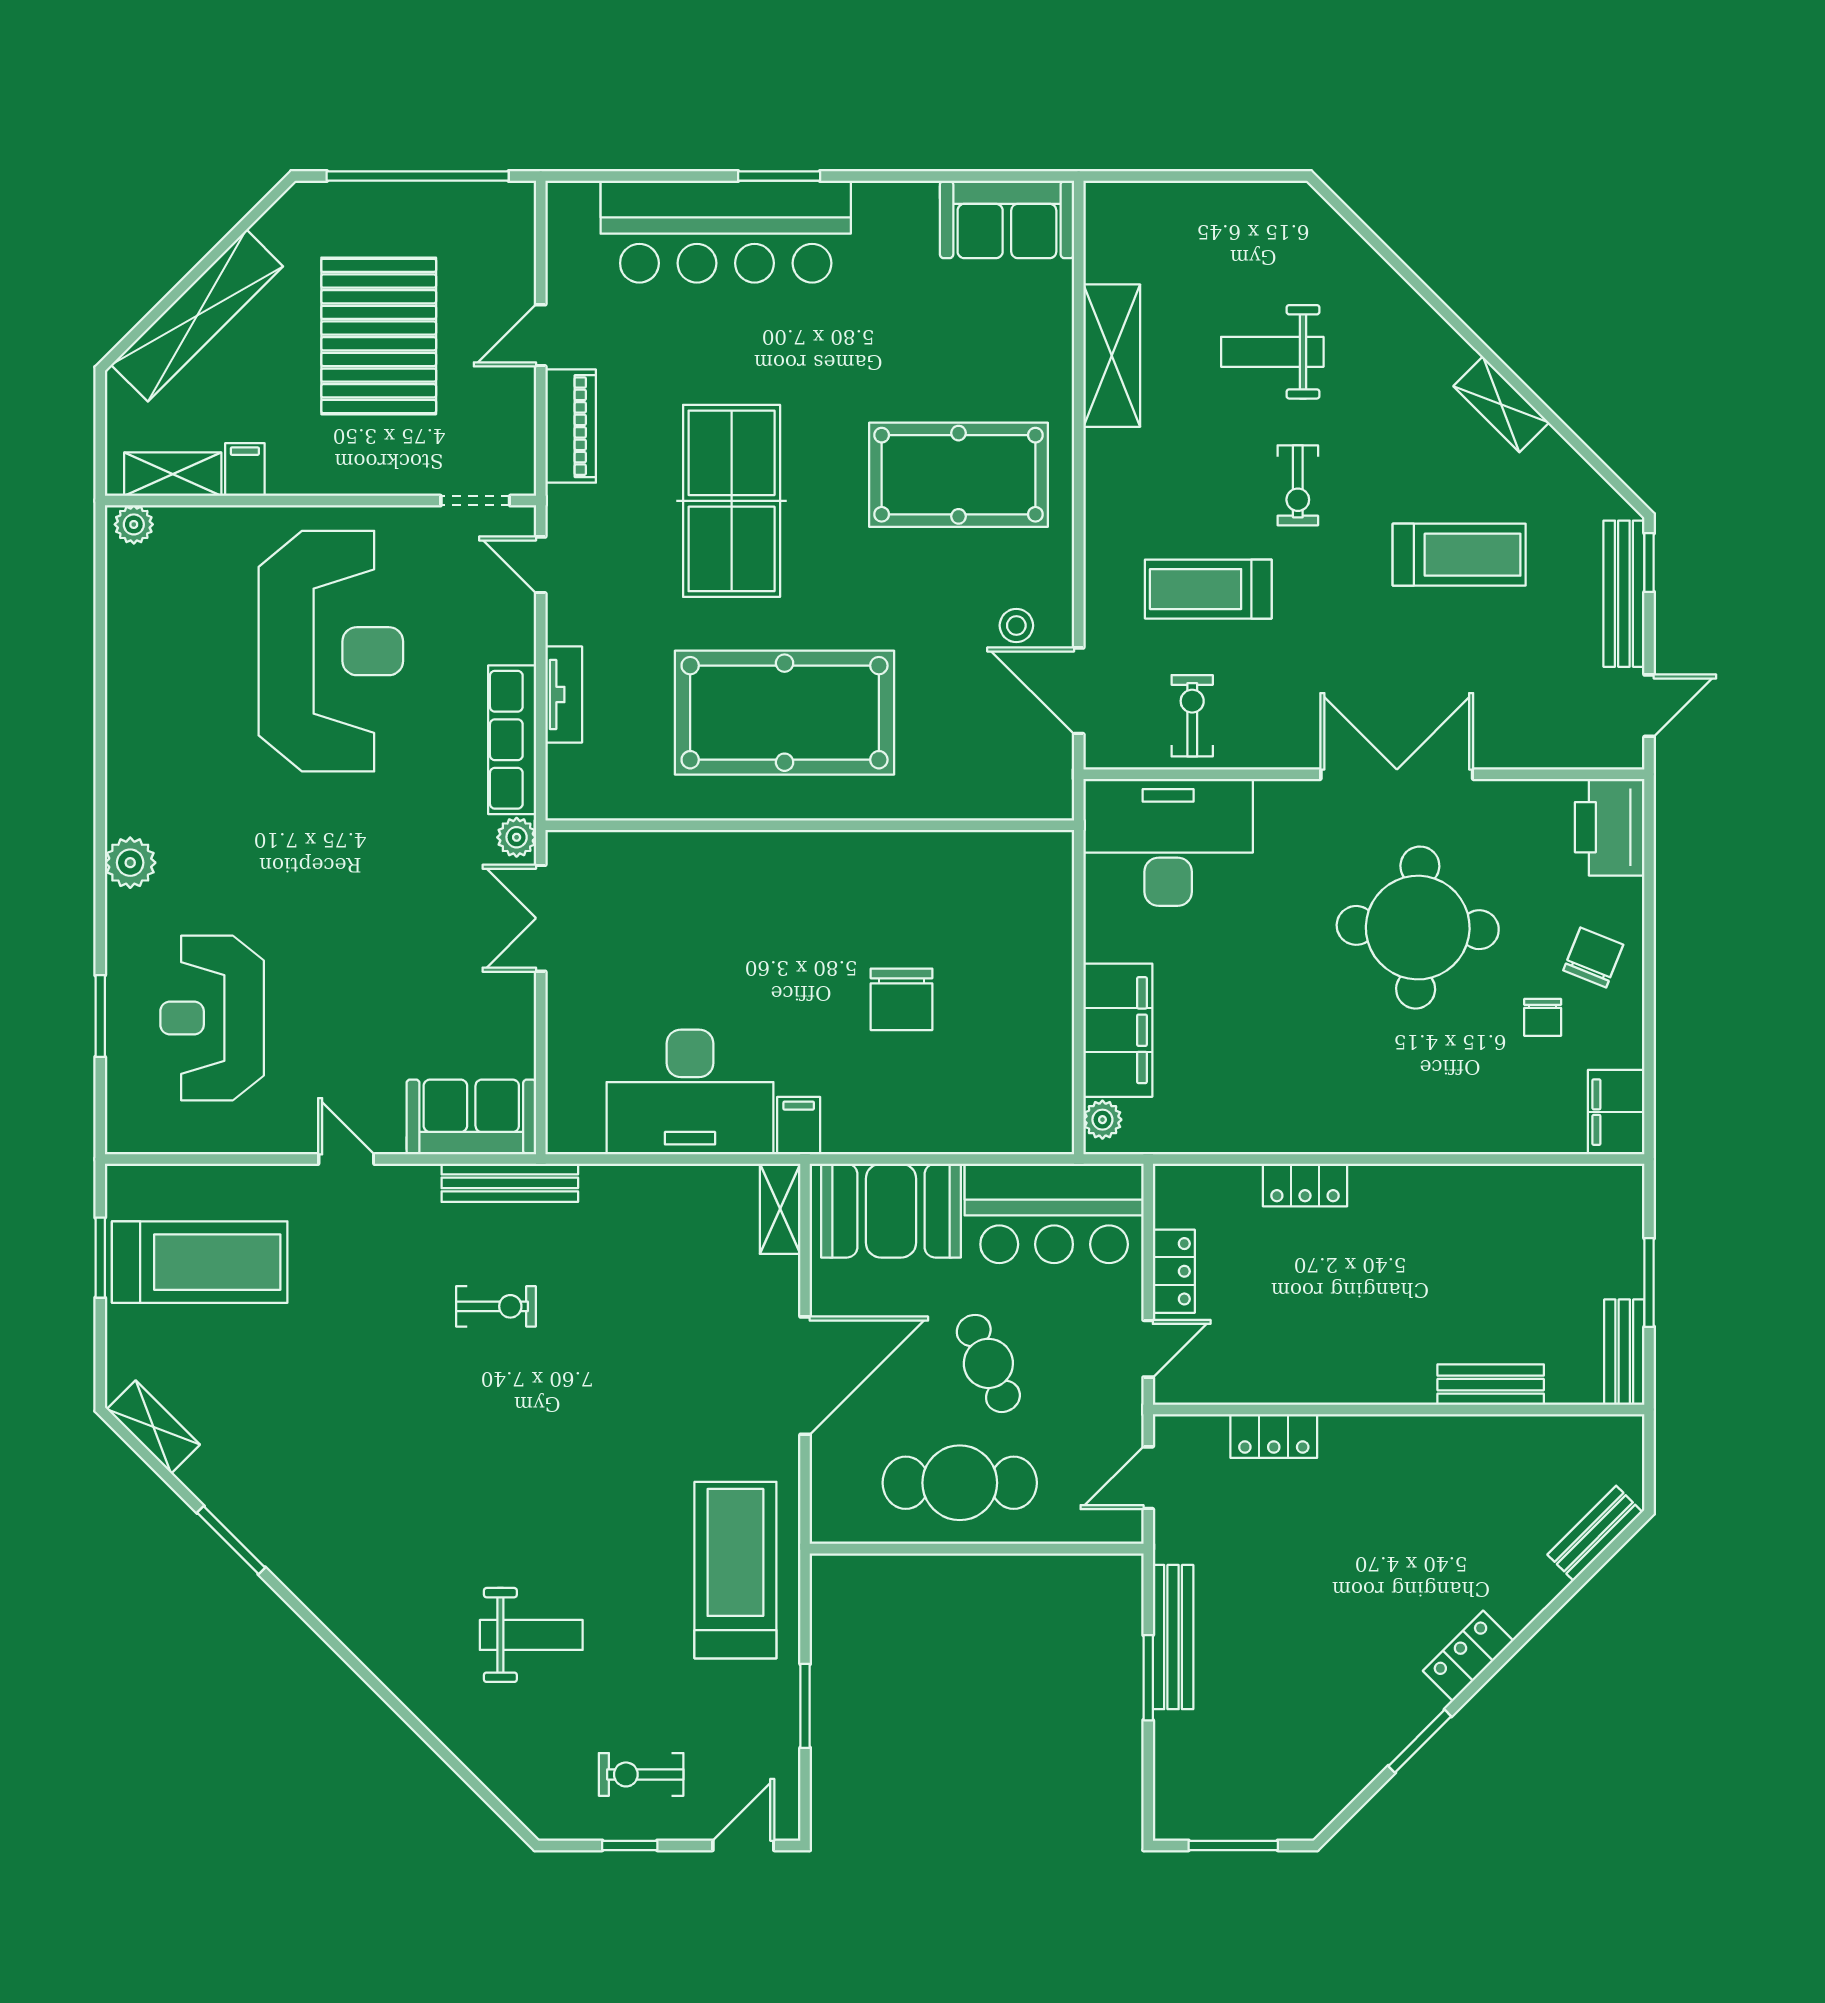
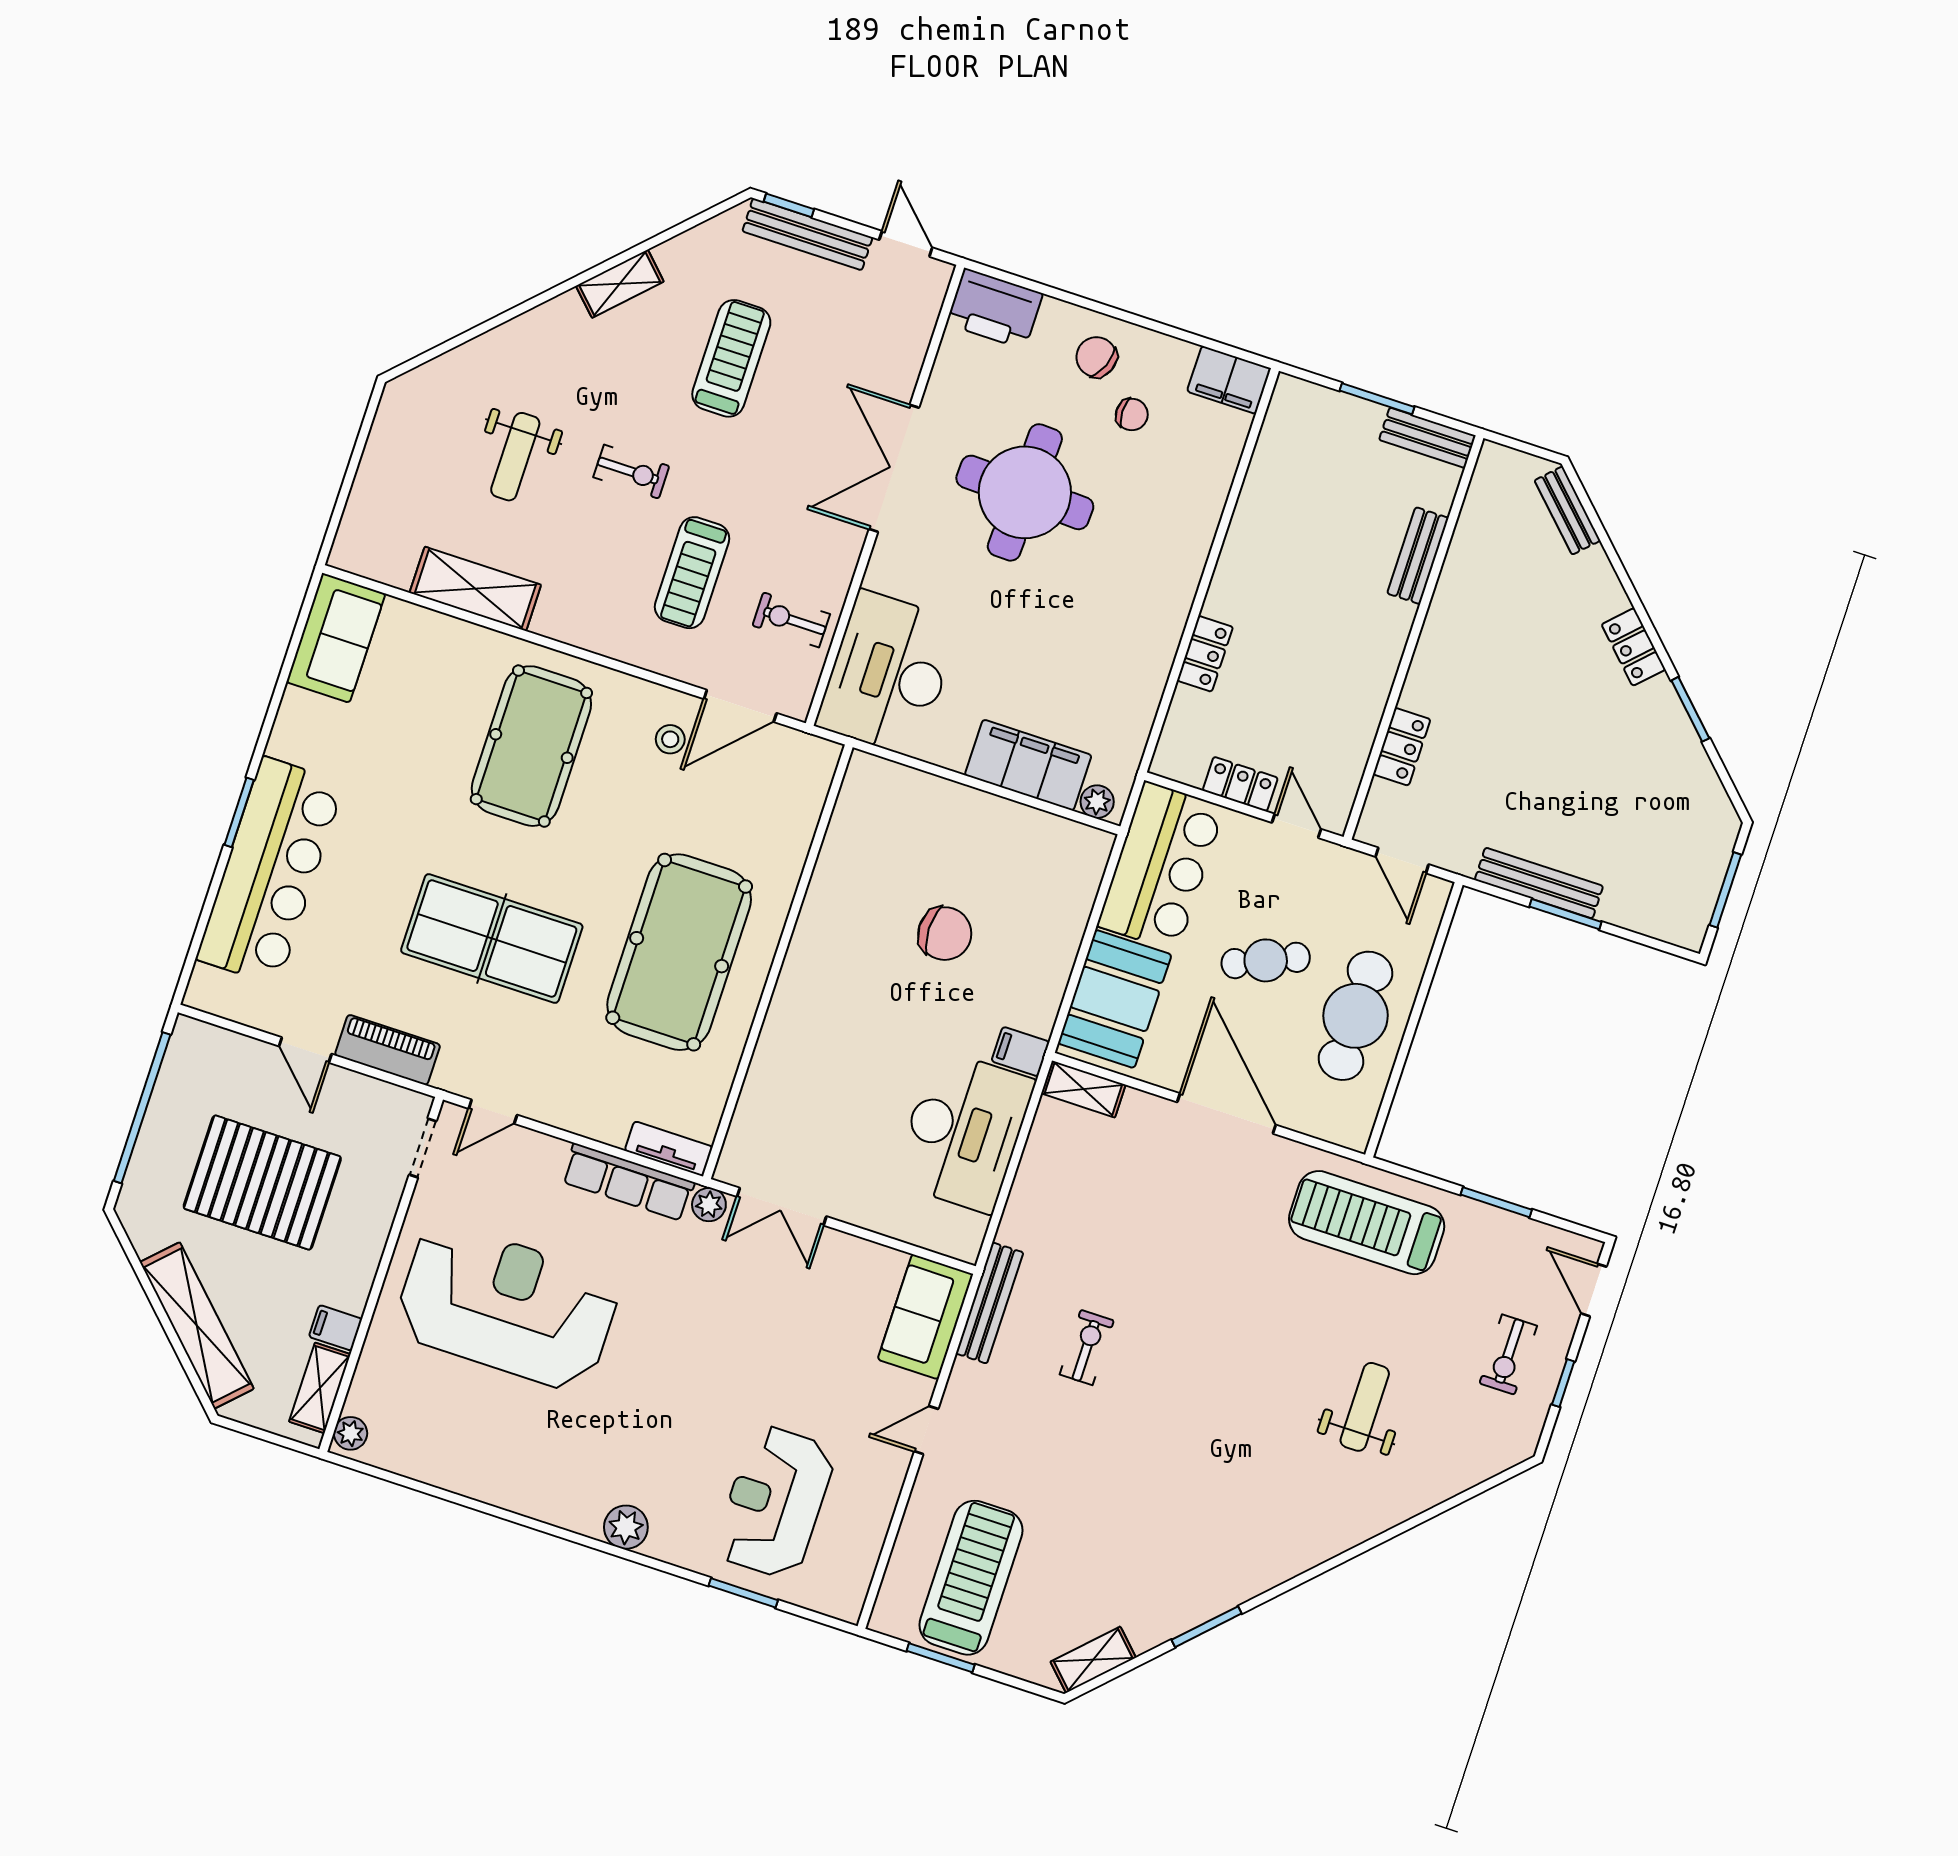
tv unit: (564, 694) -> (669, 1149), moved
reception desk: (212, 1018) -> (775, 1502), turned 90

